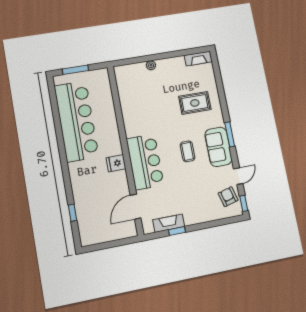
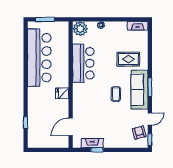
plant: (125, 74) -> (80, 29), added
sofa: (218, 147) -> (140, 90), width x1.36
bar counter: (145, 162) -> (83, 63), moved

